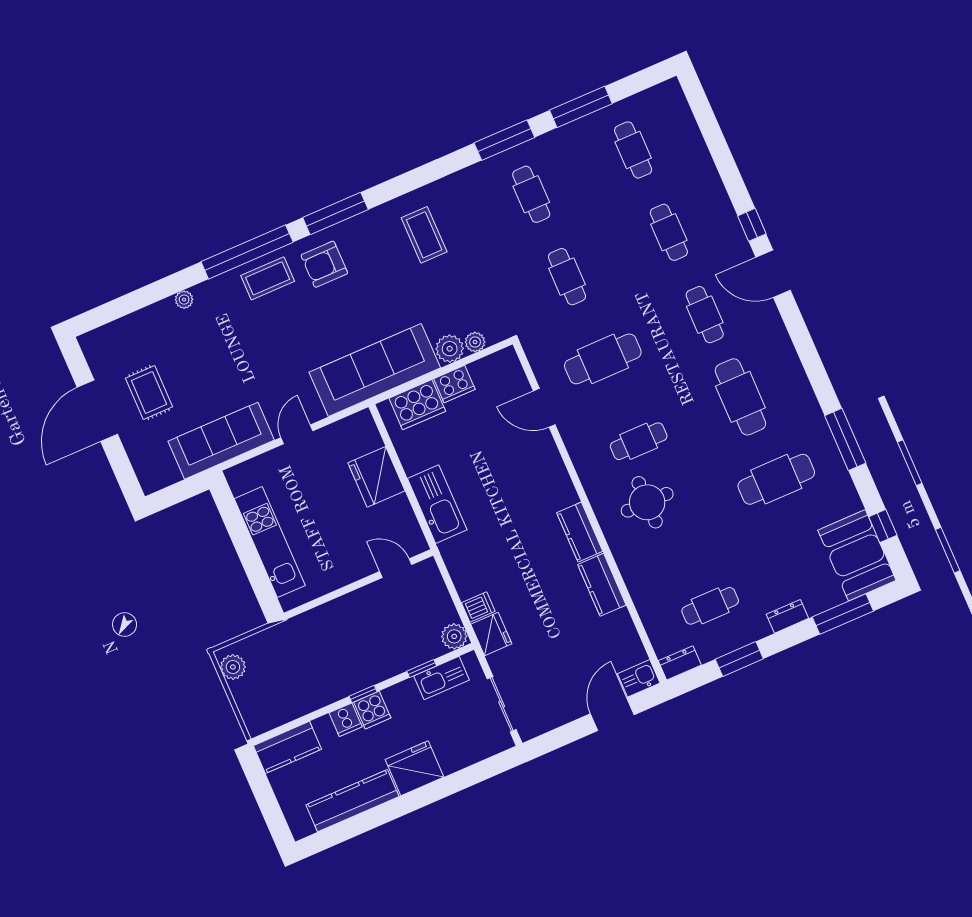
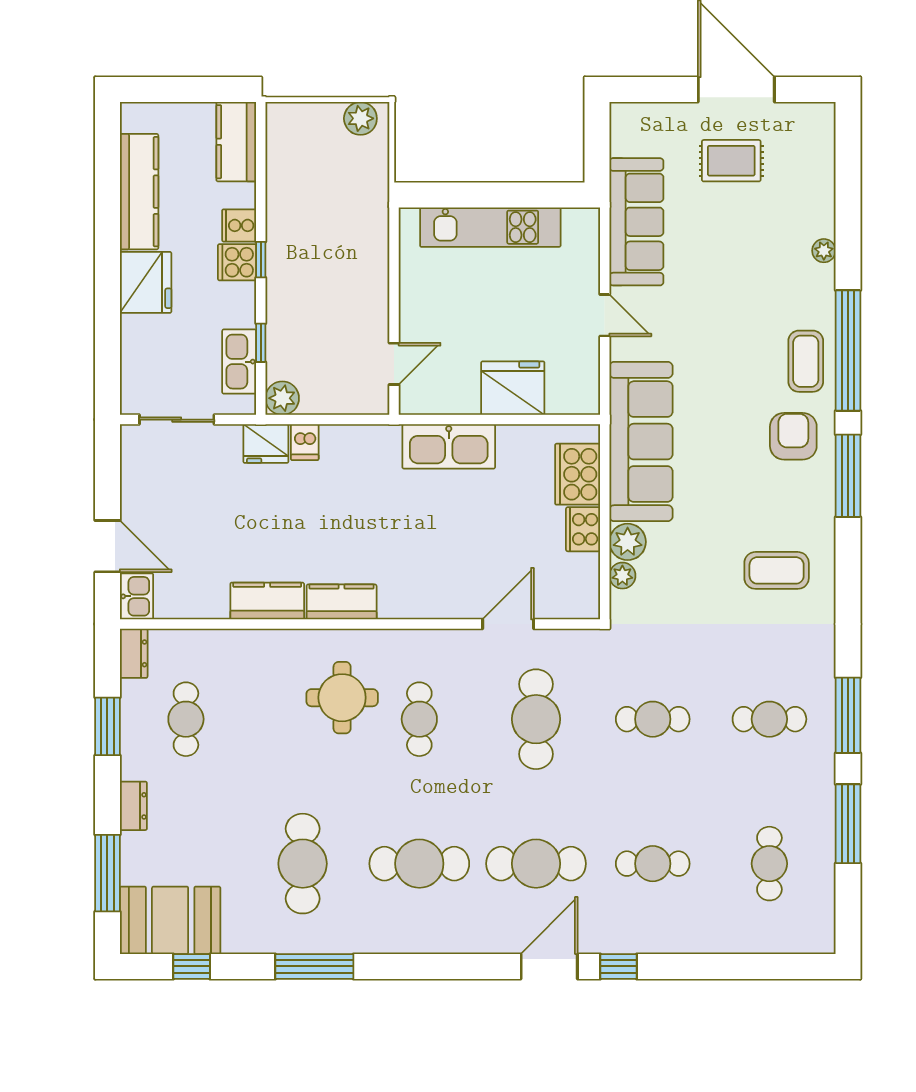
cafe table: (633, 150) -> (769, 864), turned 90
cafe table: (705, 315) -> (536, 864), width x1.37, depth x1.35

